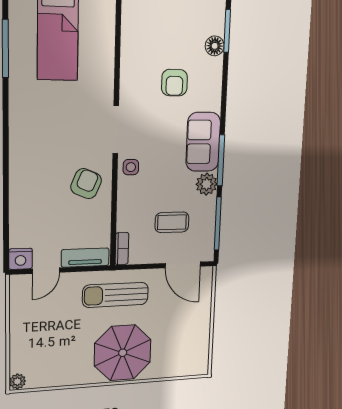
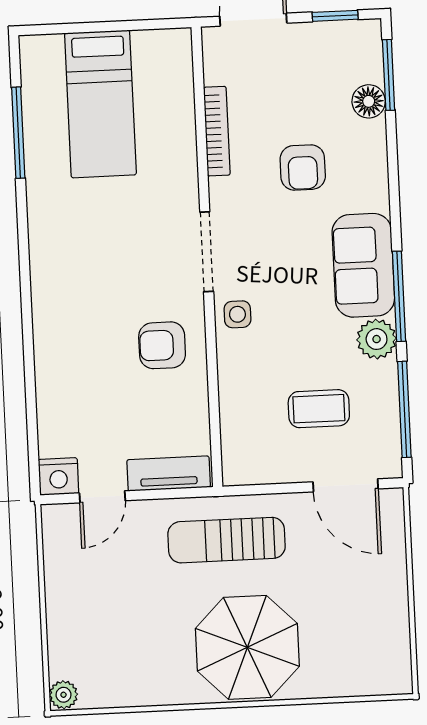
armchair: (86, 184) -> (162, 345), turned -113
bookcase: (122, 249) -> (217, 131), moved, width x1.56

